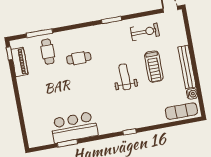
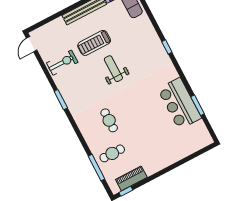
exercise bike: (145, 32) -> (62, 63), turned 90
treadmill: (154, 67) -> (94, 43), turned 180
weight bench: (125, 77) -> (113, 69), turned 90

